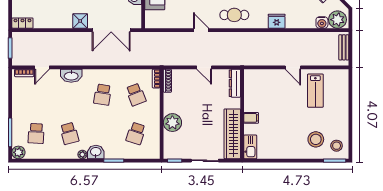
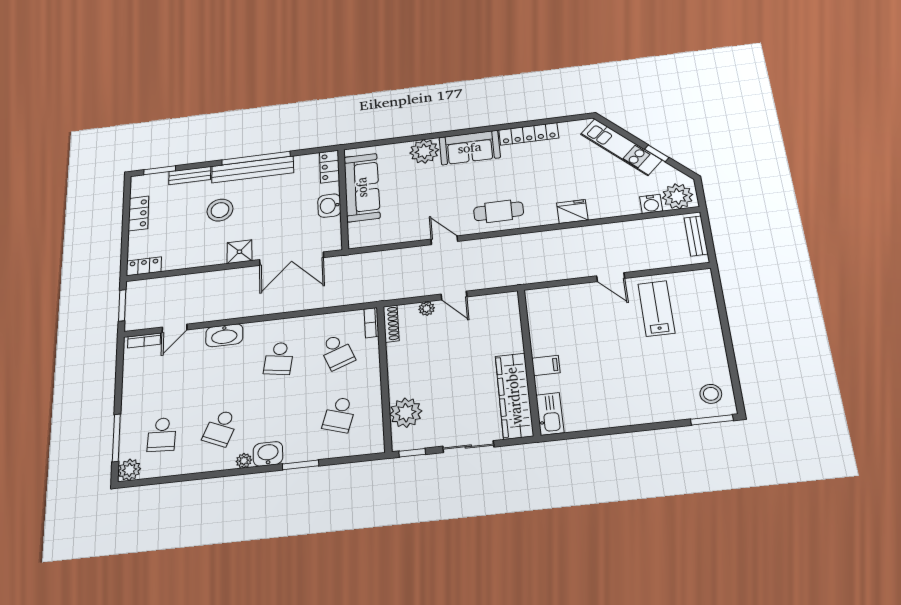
plant: (188, 74) -> (427, 309), added
dresser: (235, 83) -> (510, 314), removed
lab bench: (315, 91) -> (656, 308), turned 180
plant: (172, 123) -> (406, 413), moved
school desk: (69, 133) -> (221, 428), turned 39
stool: (316, 139) -> (670, 388), removed

